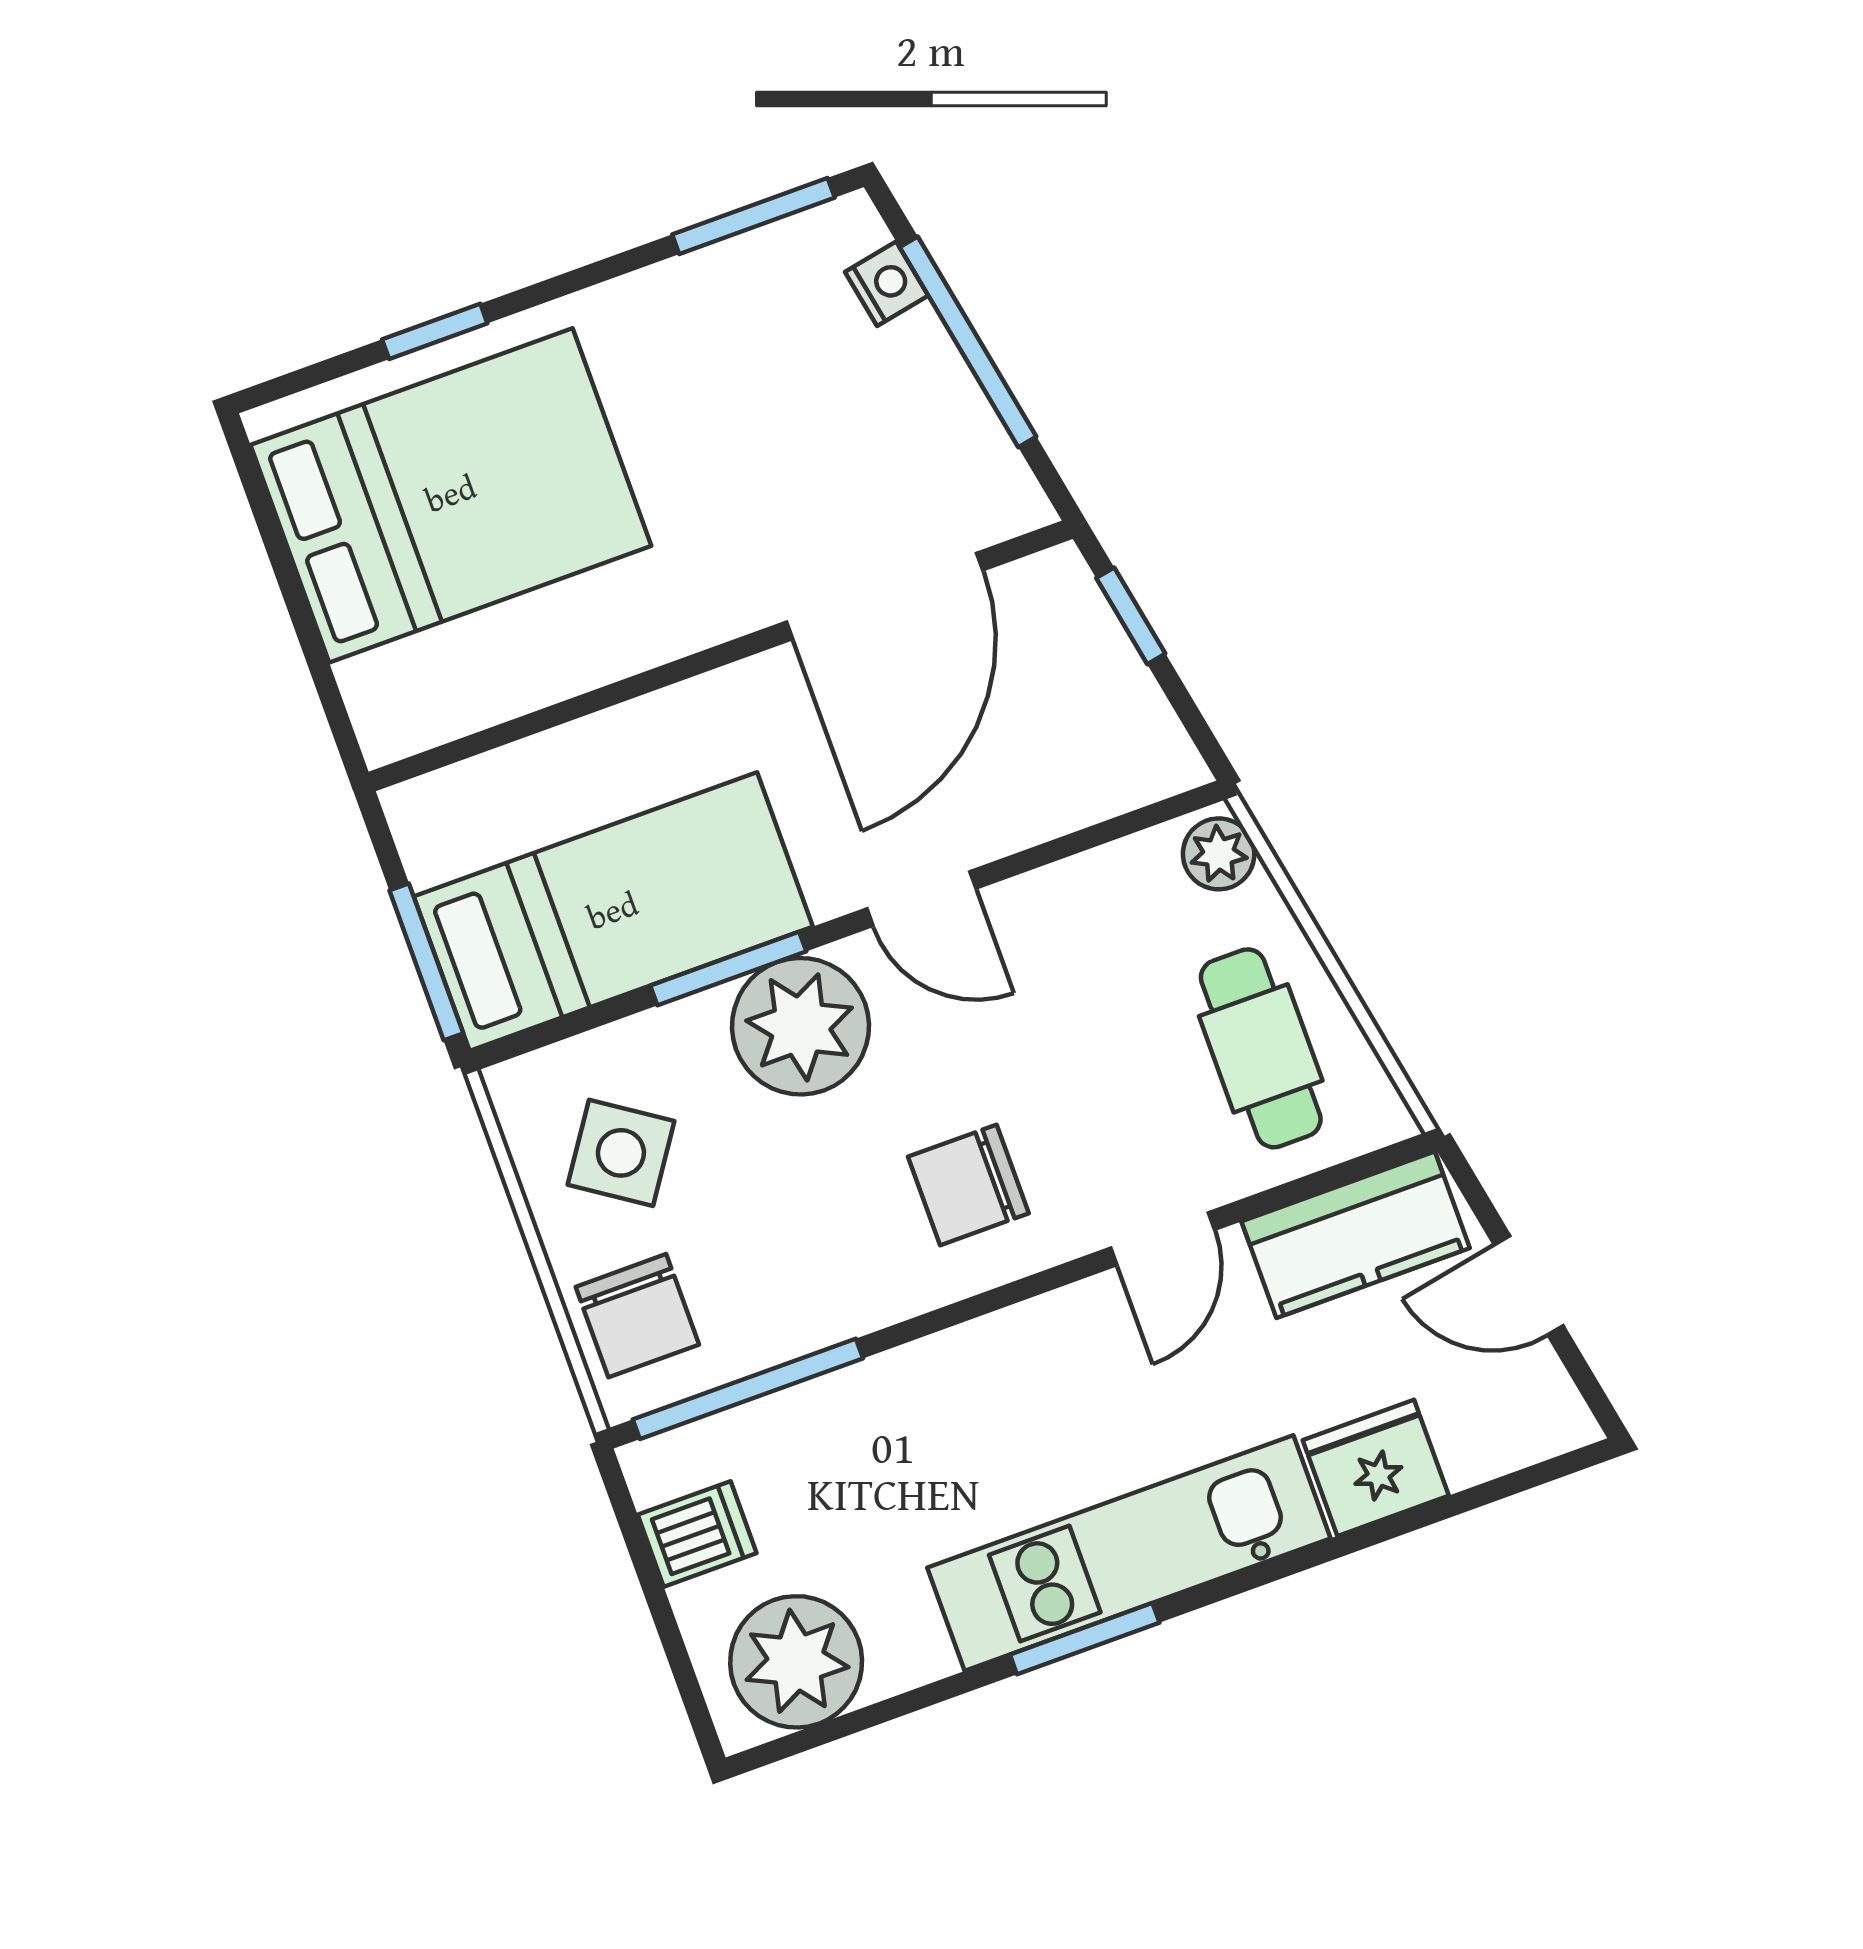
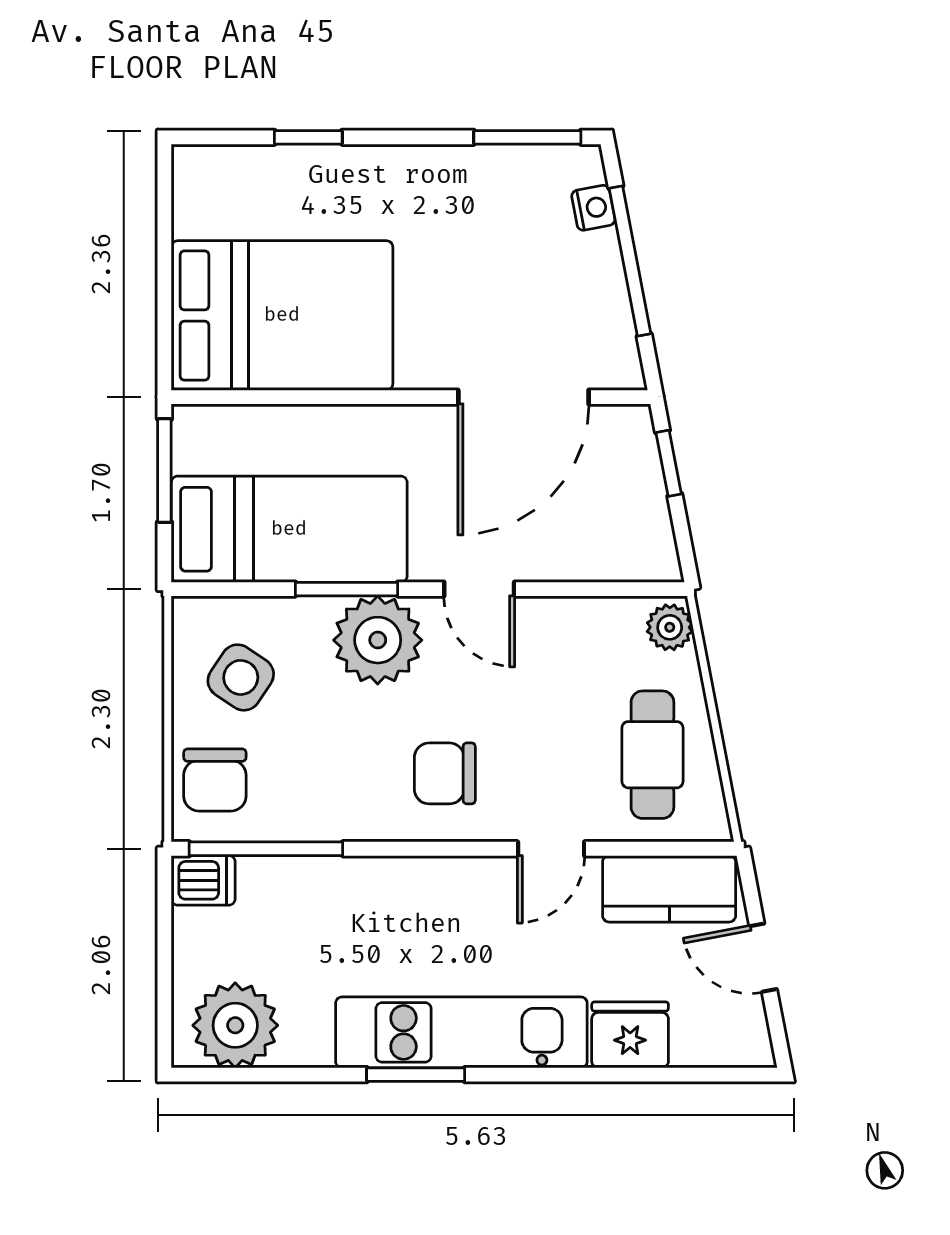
bed: (451, 495) -> (282, 315), moved
window: (426, 962) -> (164, 470), moved
dishwasher: (697, 1534) -> (203, 880), moved

